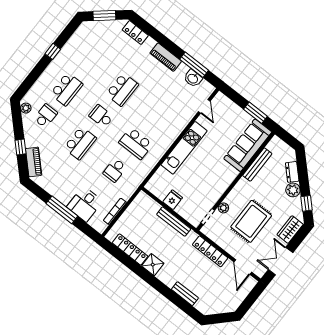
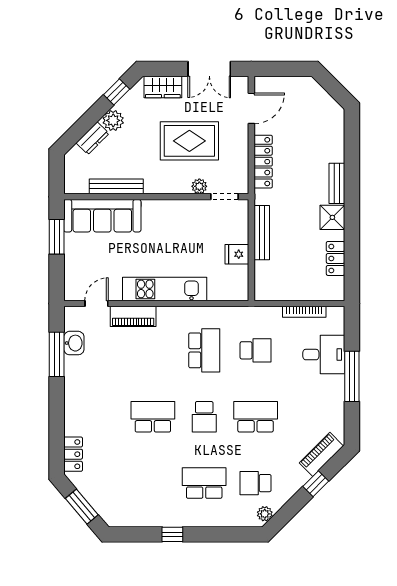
piano: (166, 57) -> (133, 316), moved, turned 90
locker: (130, 249) -> (336, 258), width x0.66
bench: (185, 294) -> (337, 183), moved

